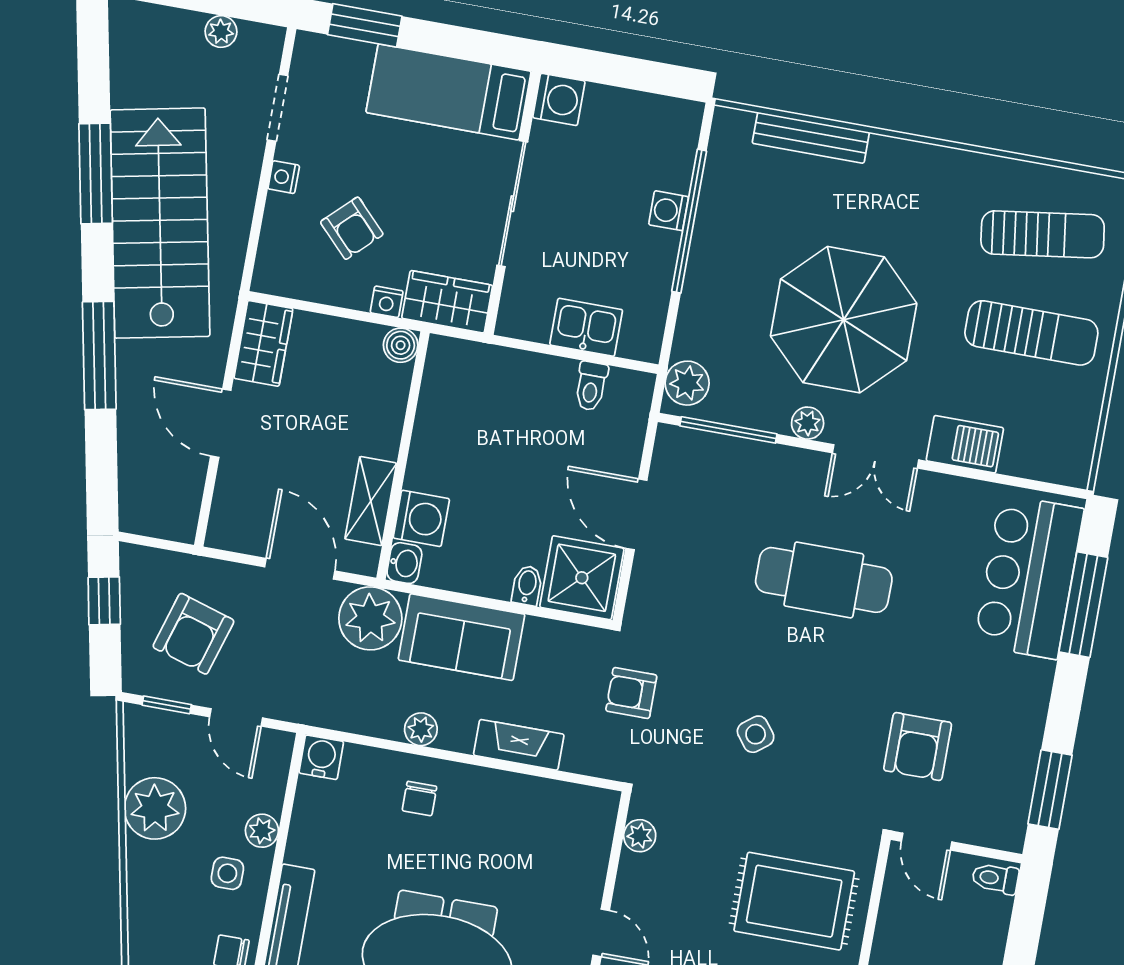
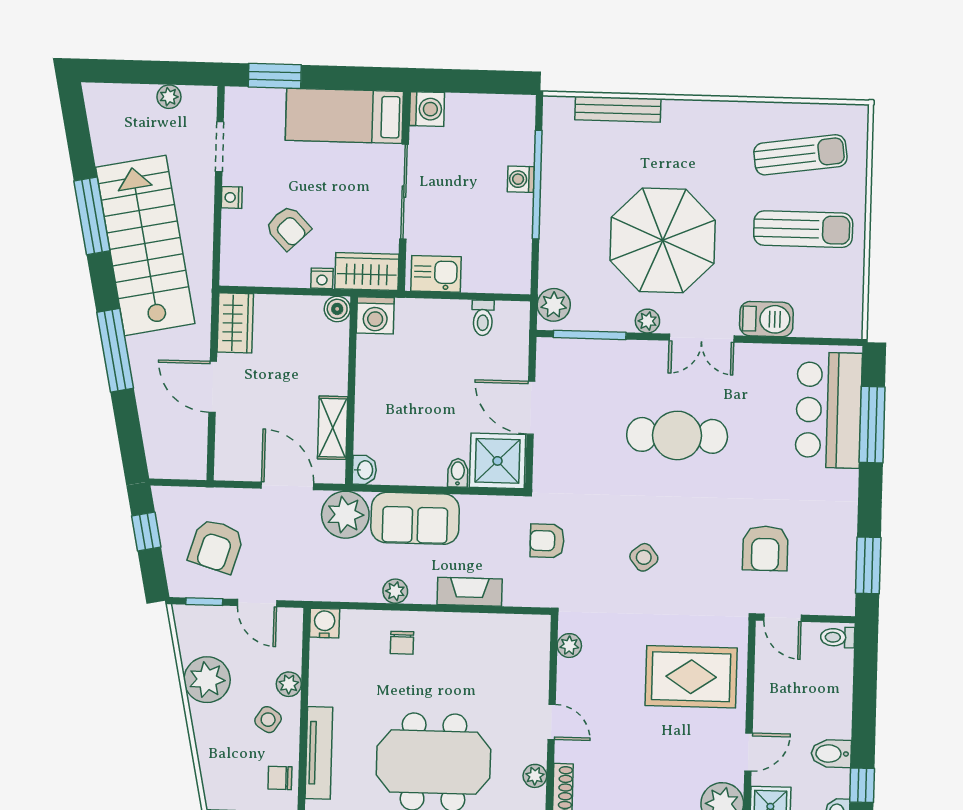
kitchen sink: (586, 327) -> (436, 274), moved
washing machine: (421, 518) -> (375, 315), moved, turned 90
side table: (227, 873) -> (268, 720), turned 33

